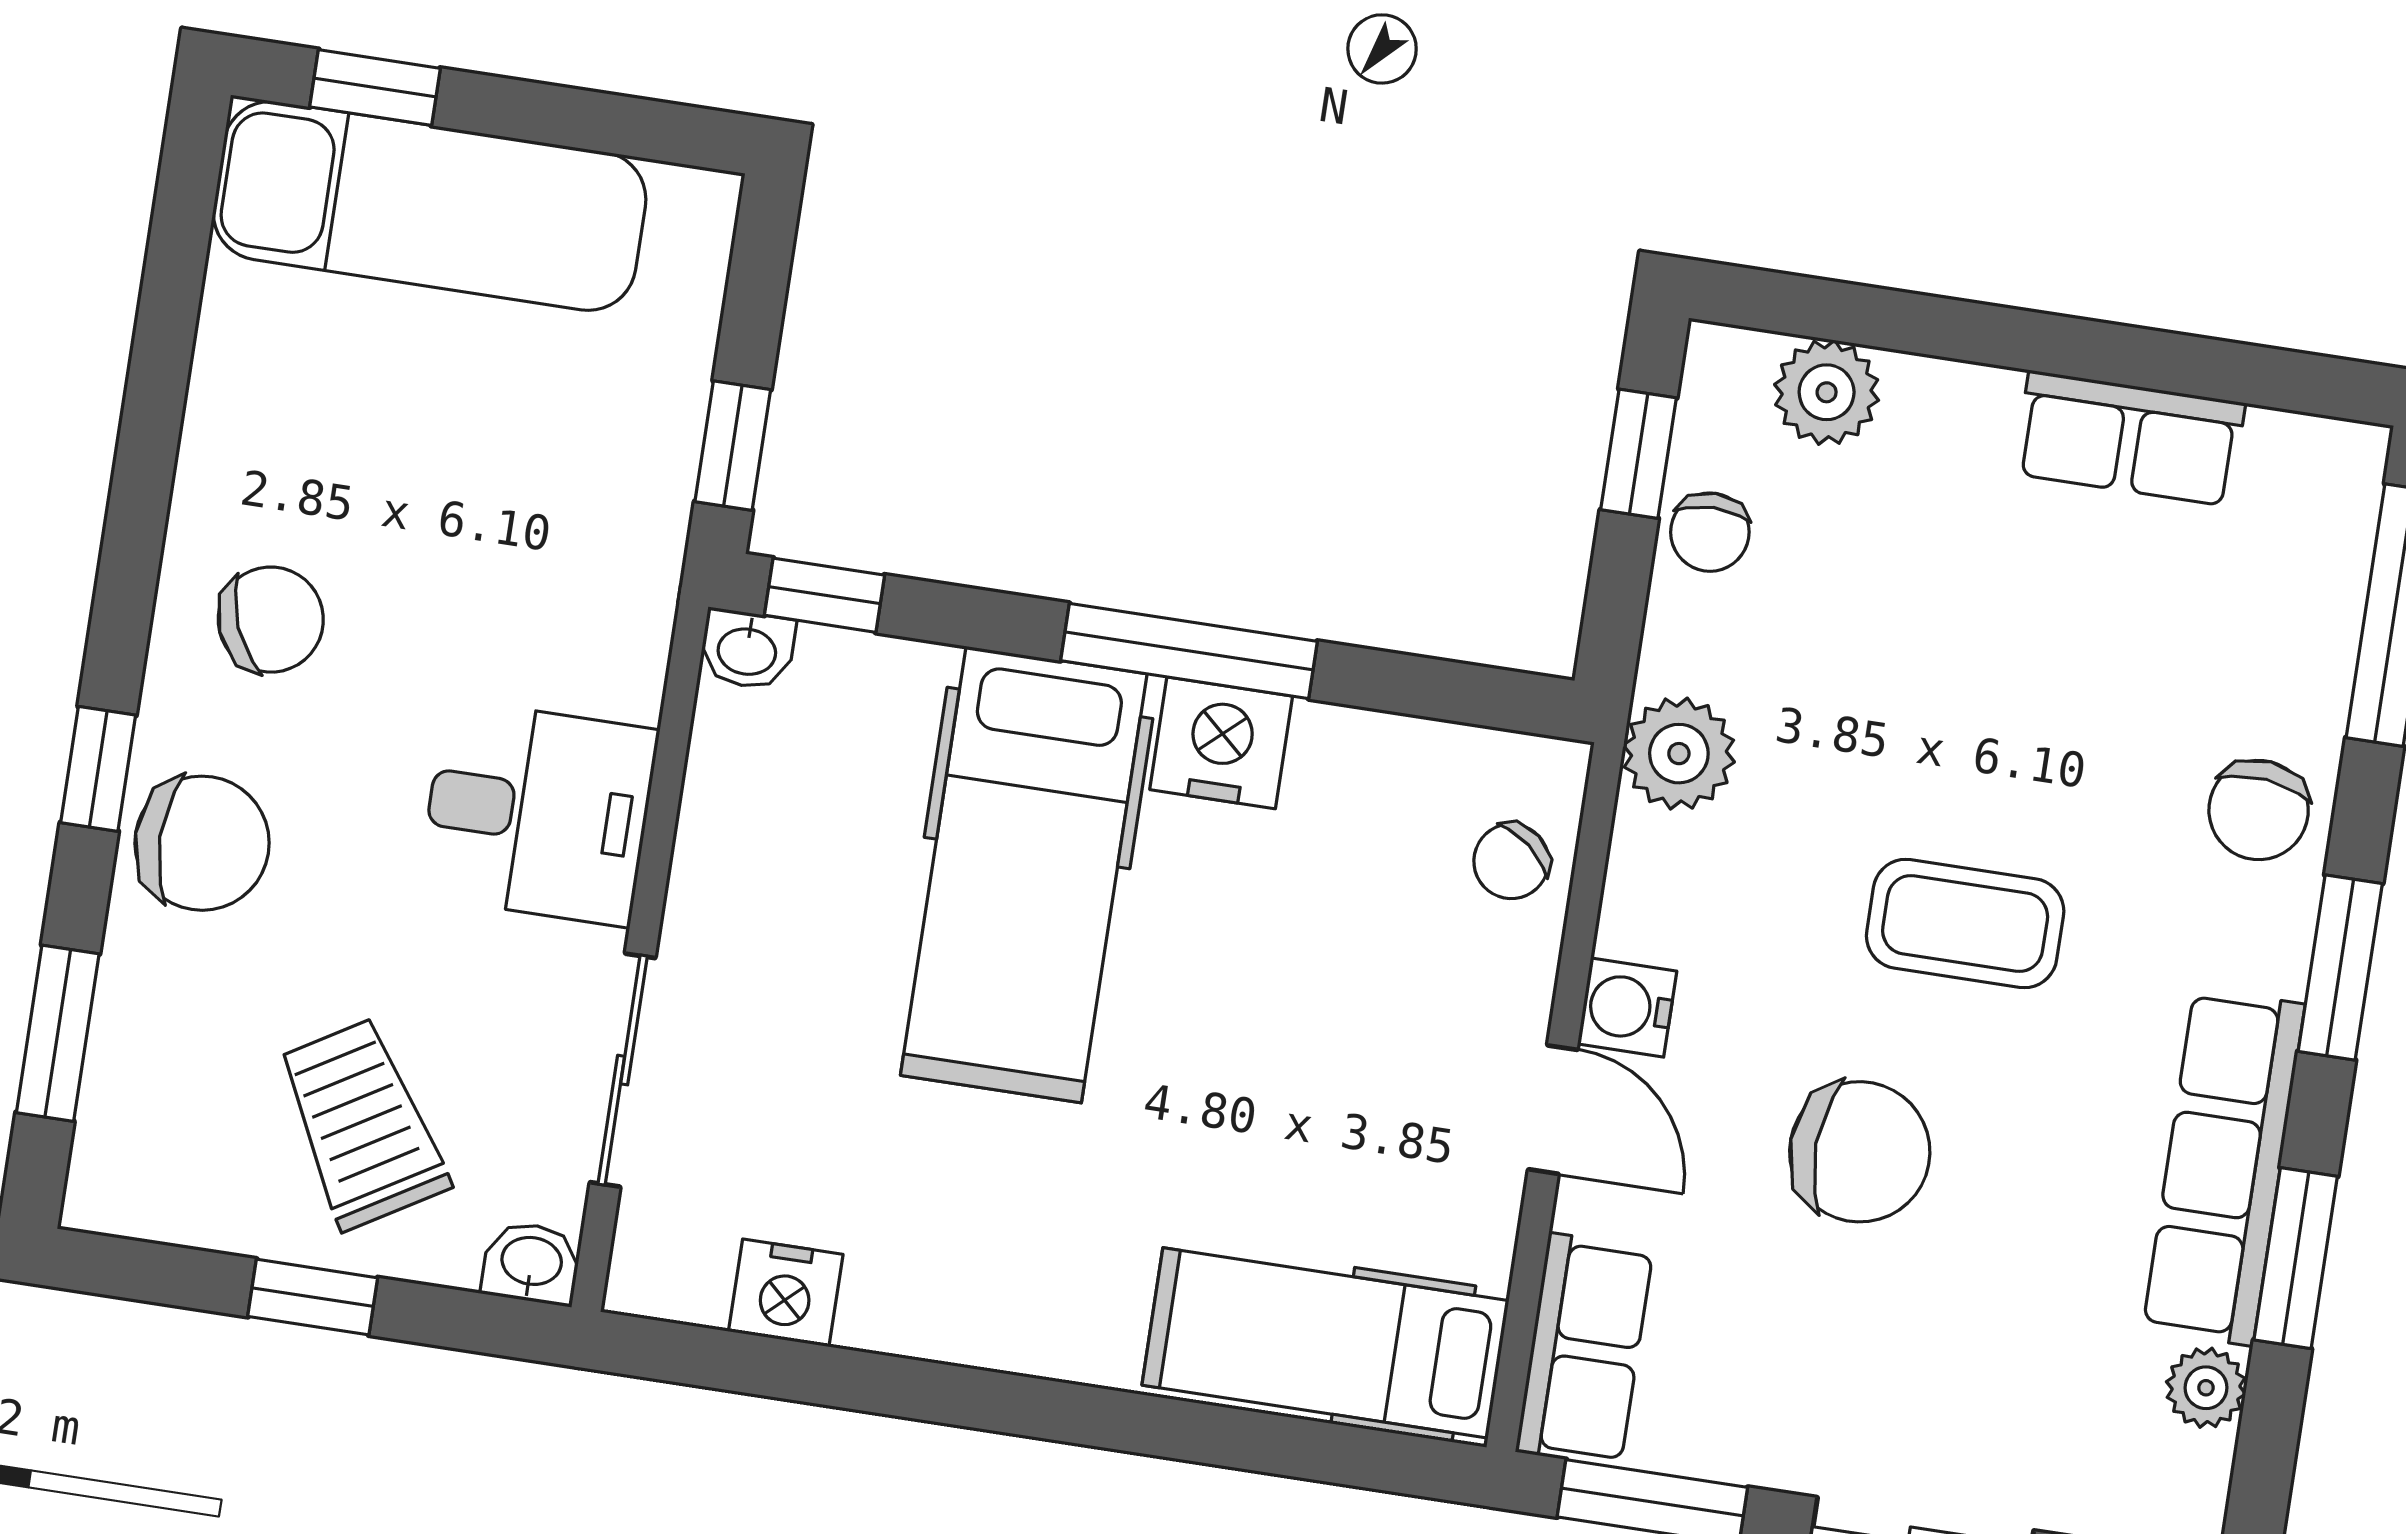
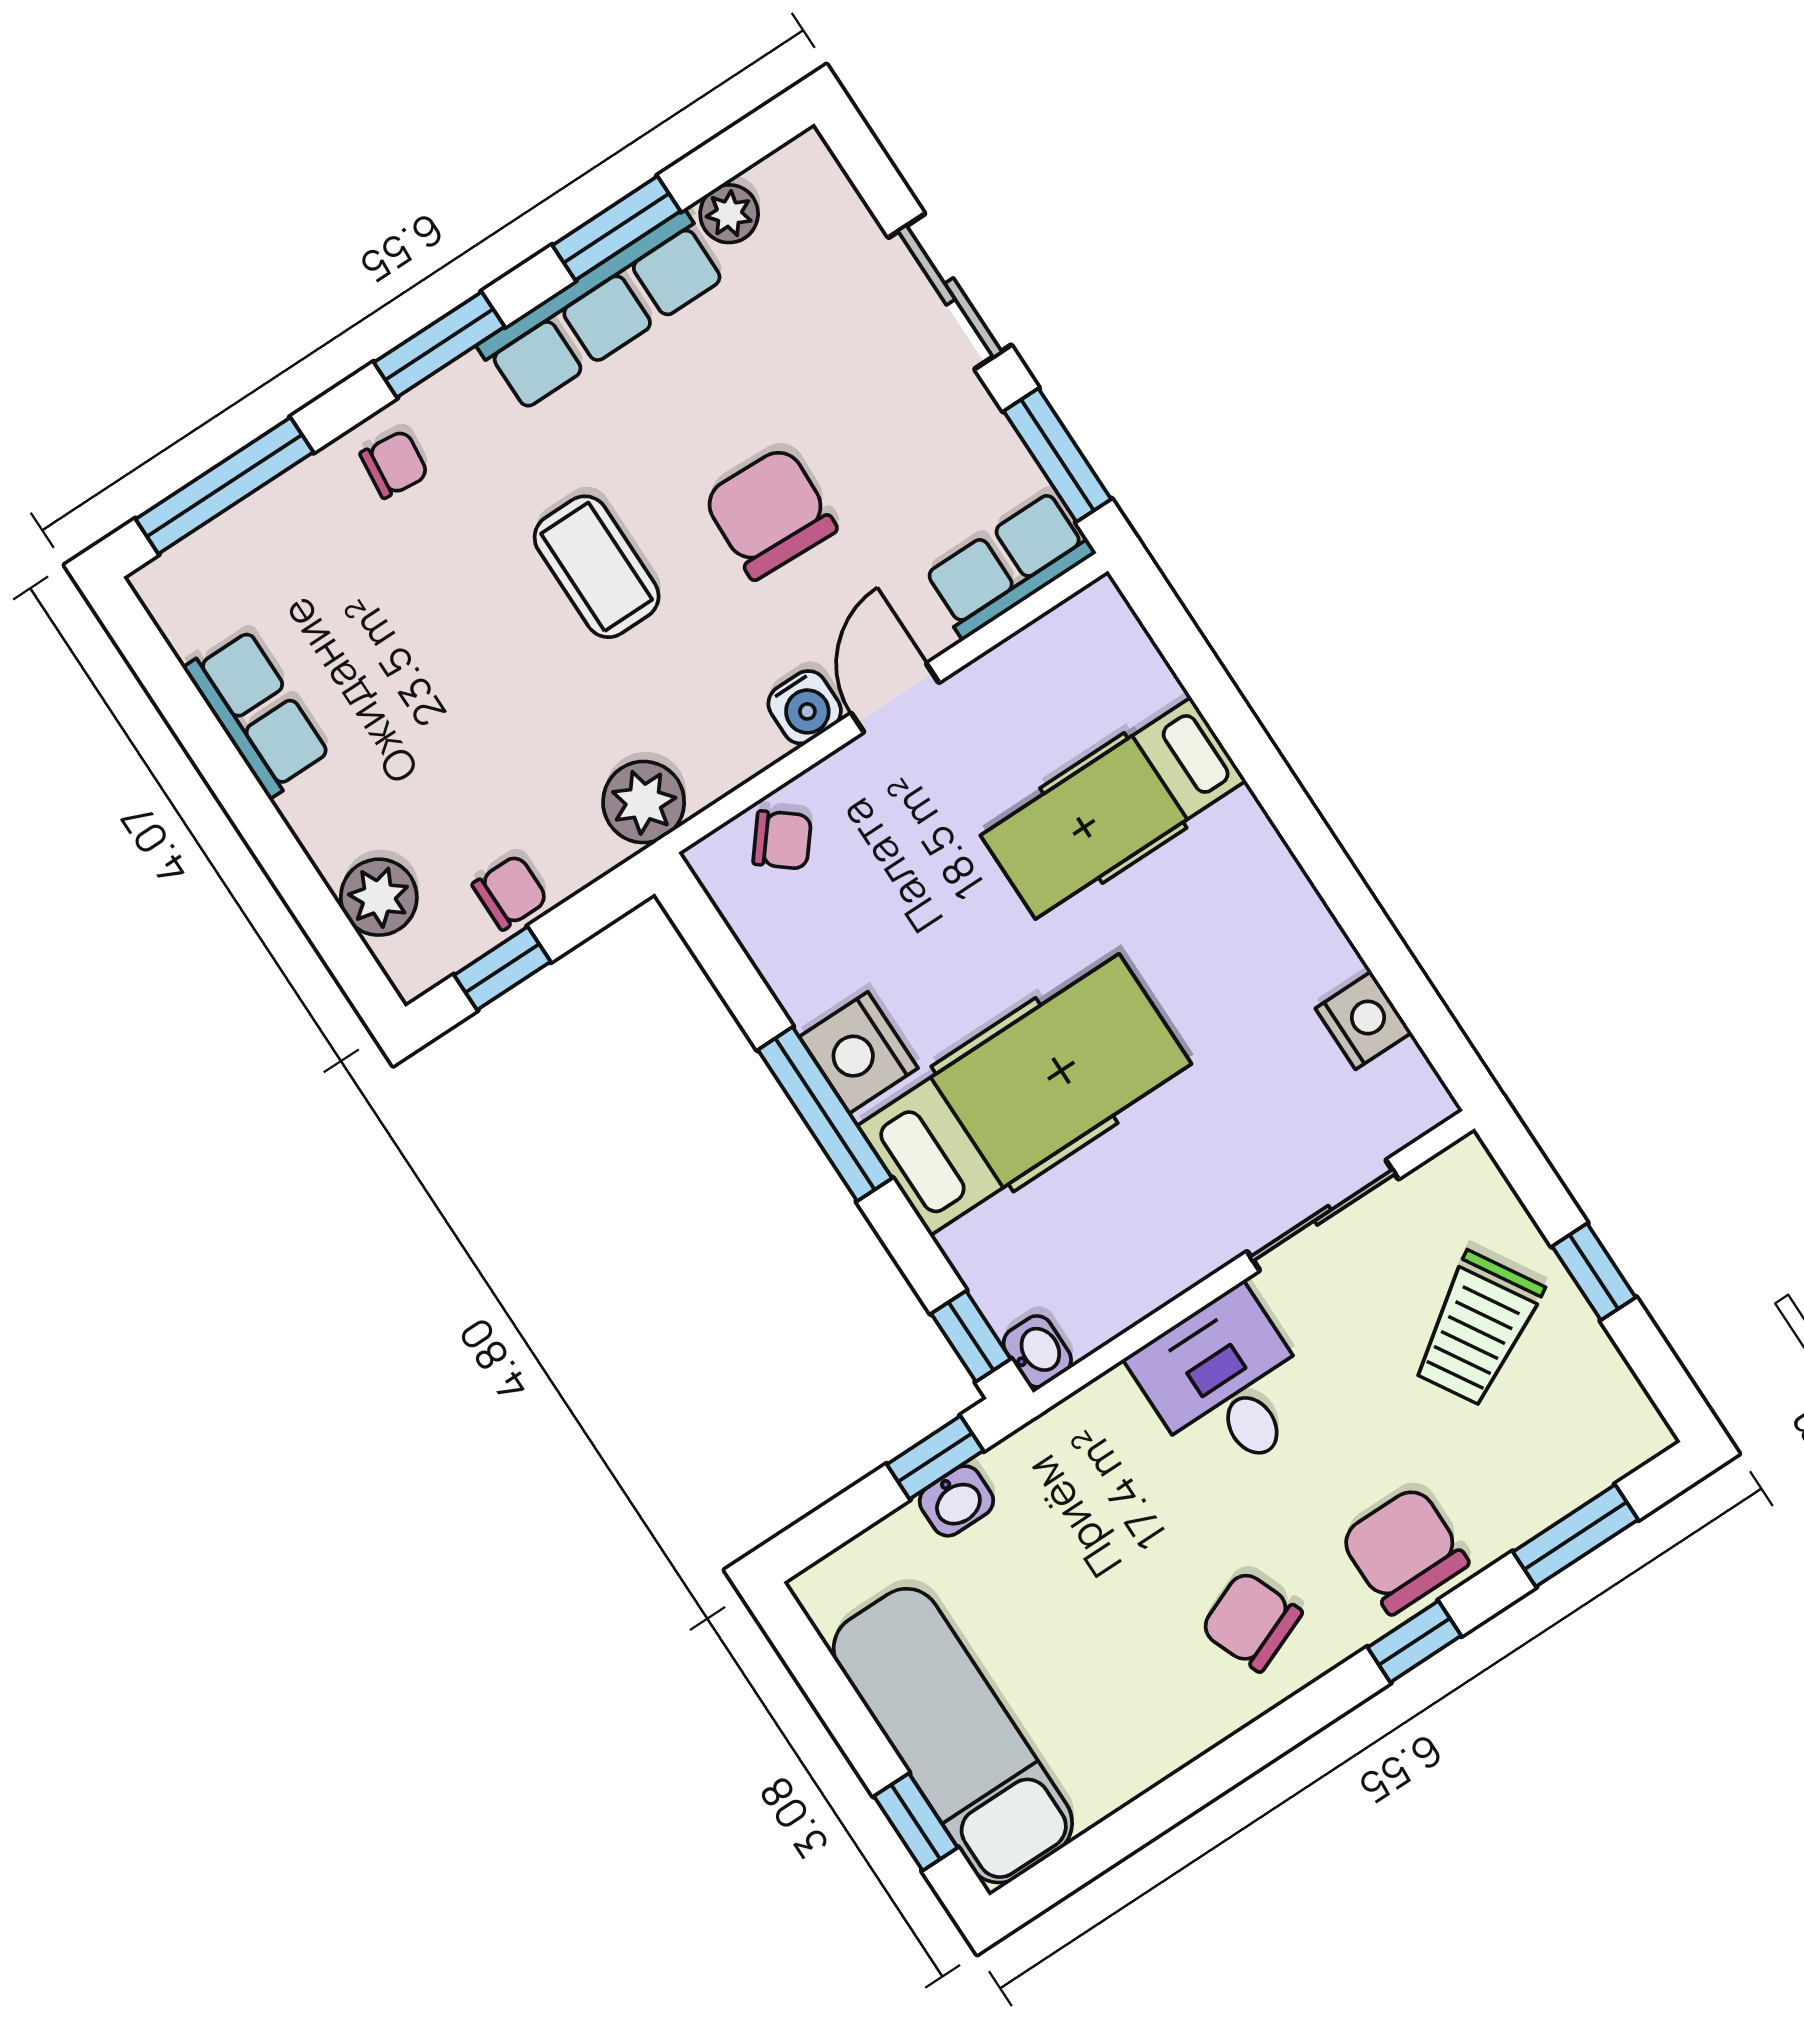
chair: (2259, 810) -> (394, 464), width x0.73, depth x0.73
washbasin: (531, 1263) -> (956, 1501), moved, turned -90
hospital bed: (1325, 1343) -> (1113, 808), moved, turned 90

